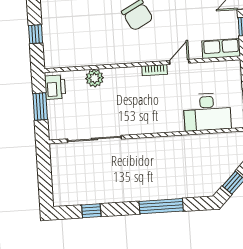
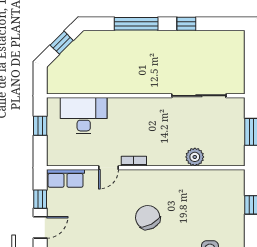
printer: (55, 87) -> (235, 150), removed
window: (91, 211) -> (186, 24), moved

